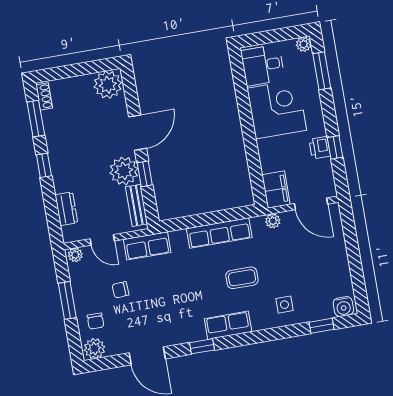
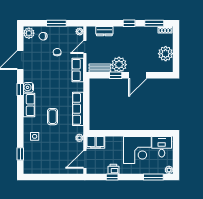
plant: (108, 85) -> (166, 54), moved
door: (138, 133) -> (138, 75), hinge flipped
water cooler: (343, 307) -> (28, 87), moved

